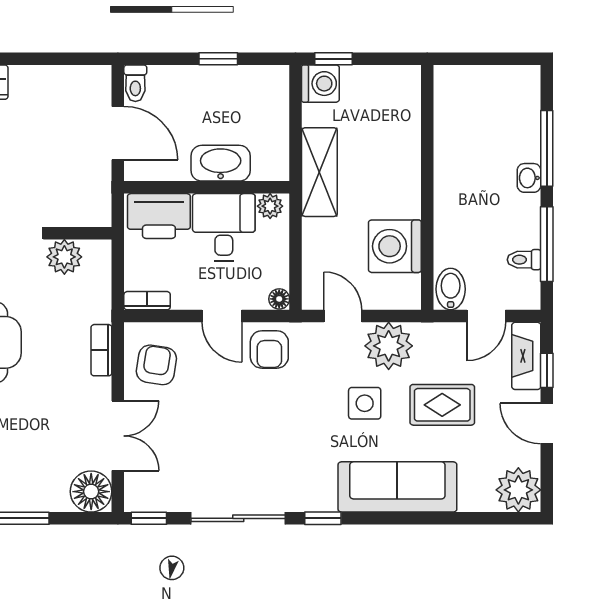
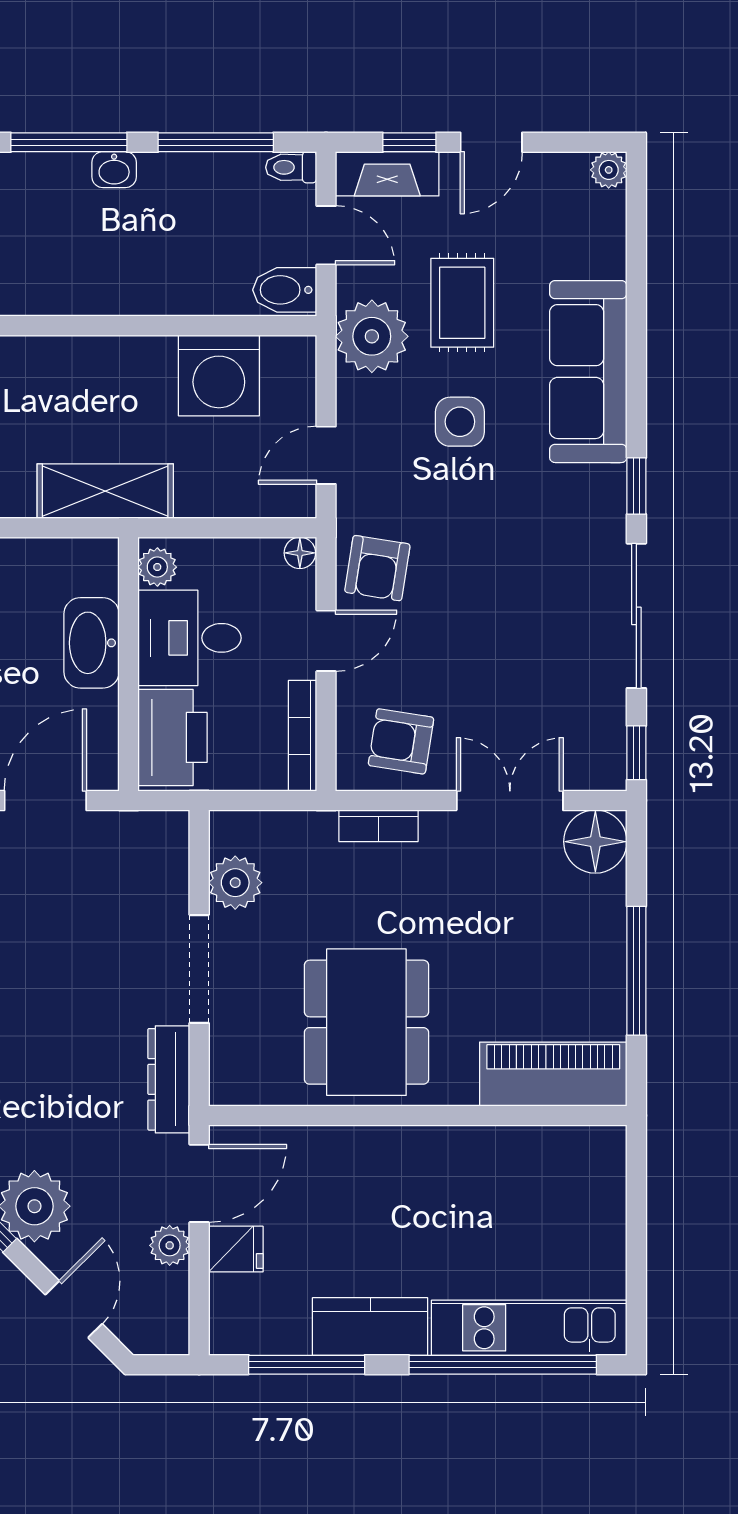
toilet: (524, 260) -> (291, 167), moved, turned 90
bookcase: (147, 301) -> (302, 736), width x1.56
plant: (389, 346) -> (372, 336), moved
armchair: (269, 349) -> (377, 568), turned 99
plant: (518, 490) -> (609, 170), width x0.53, depth x0.53

